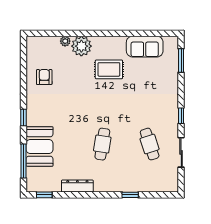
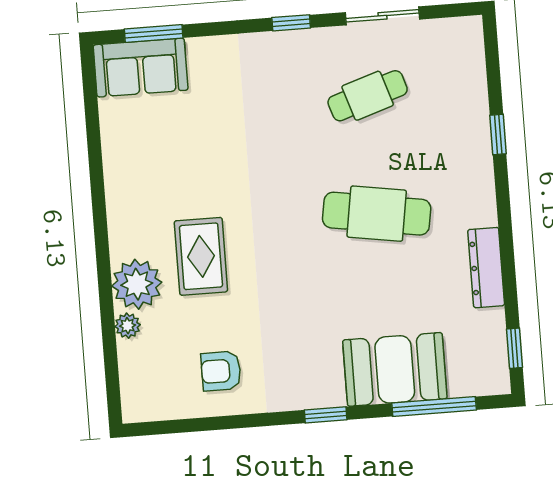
sofa: (145, 47) -> (141, 67), moved, turned 90
rug: (109, 69) -> (201, 256), moved
cafe table: (102, 144) -> (377, 214), width x1.37, depth x1.35

